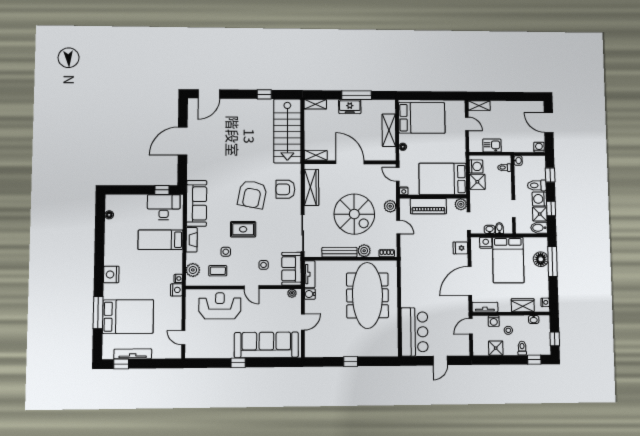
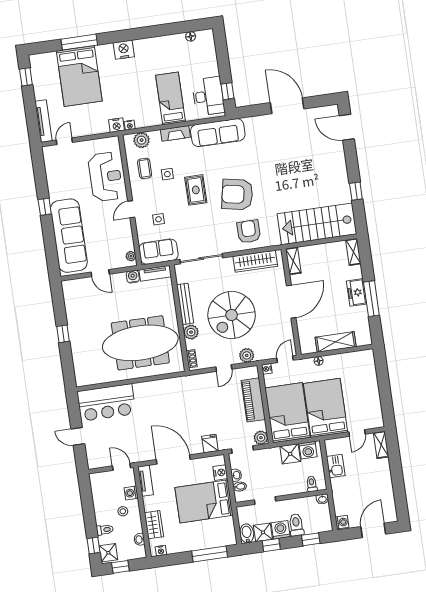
bed: (422, 118) -> (326, 408), moved, turned 180
floor lamp: (541, 259) -> (210, 540), removed
shower: (496, 348) -> (108, 553), moved
tv unit: (133, 354) -> (43, 121), moved

